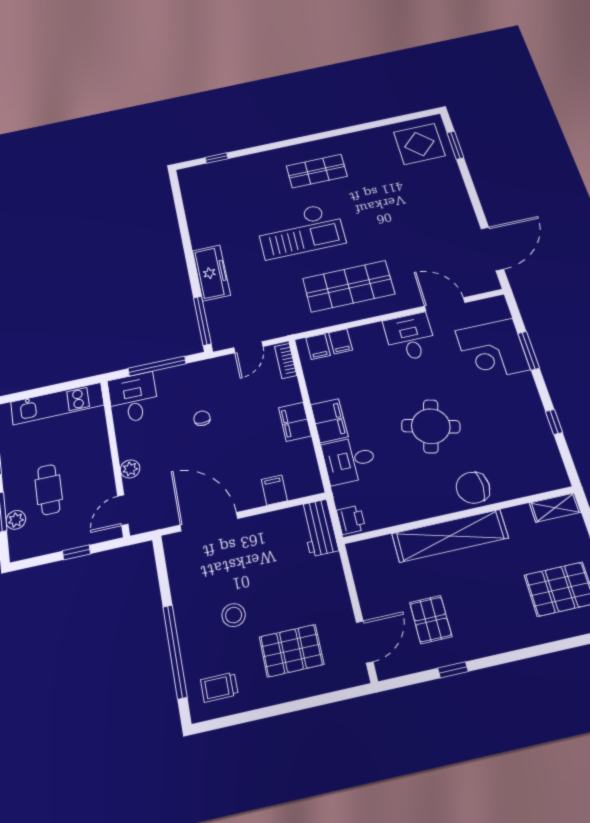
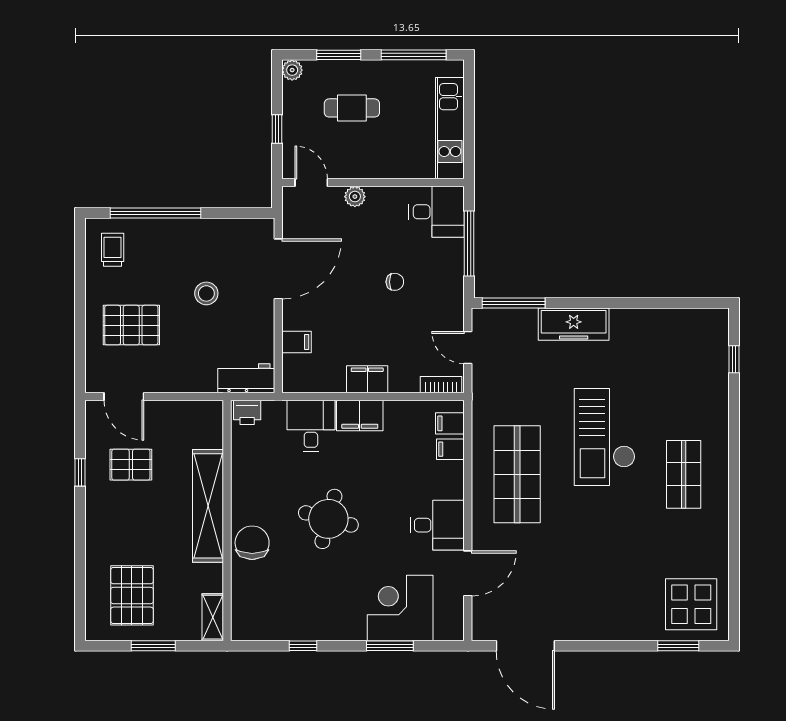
plant: (16, 520) -> (292, 70), moved
stool: (234, 615) -> (206, 293), moved
pallet: (291, 651) -> (131, 325), turned 90

